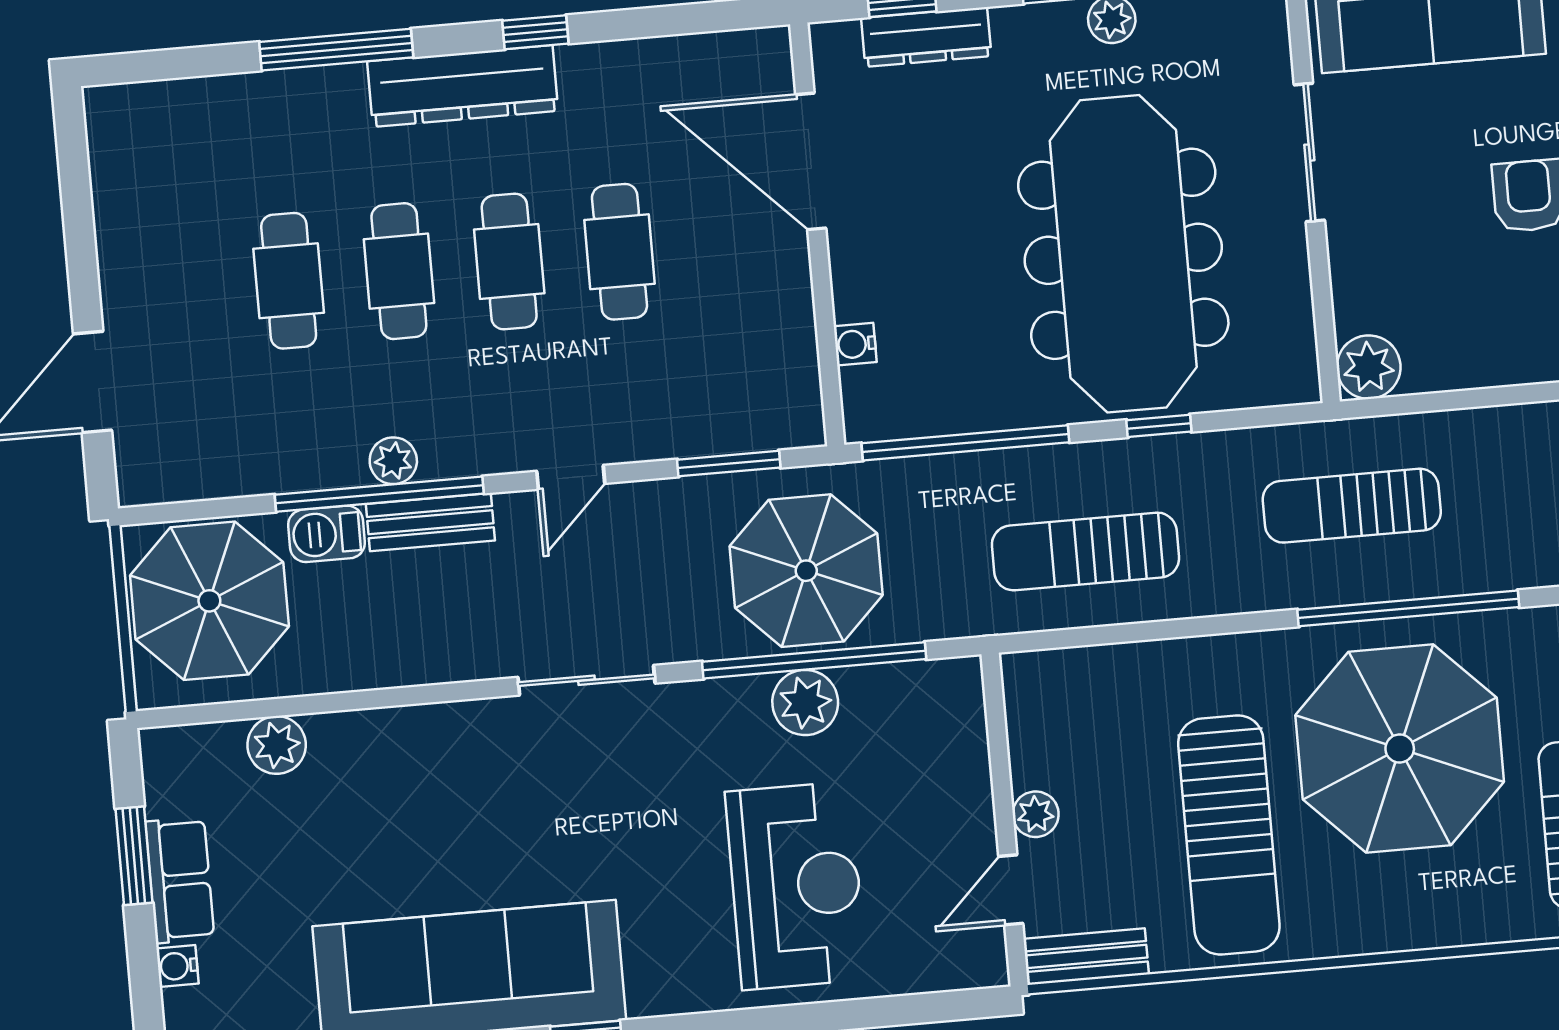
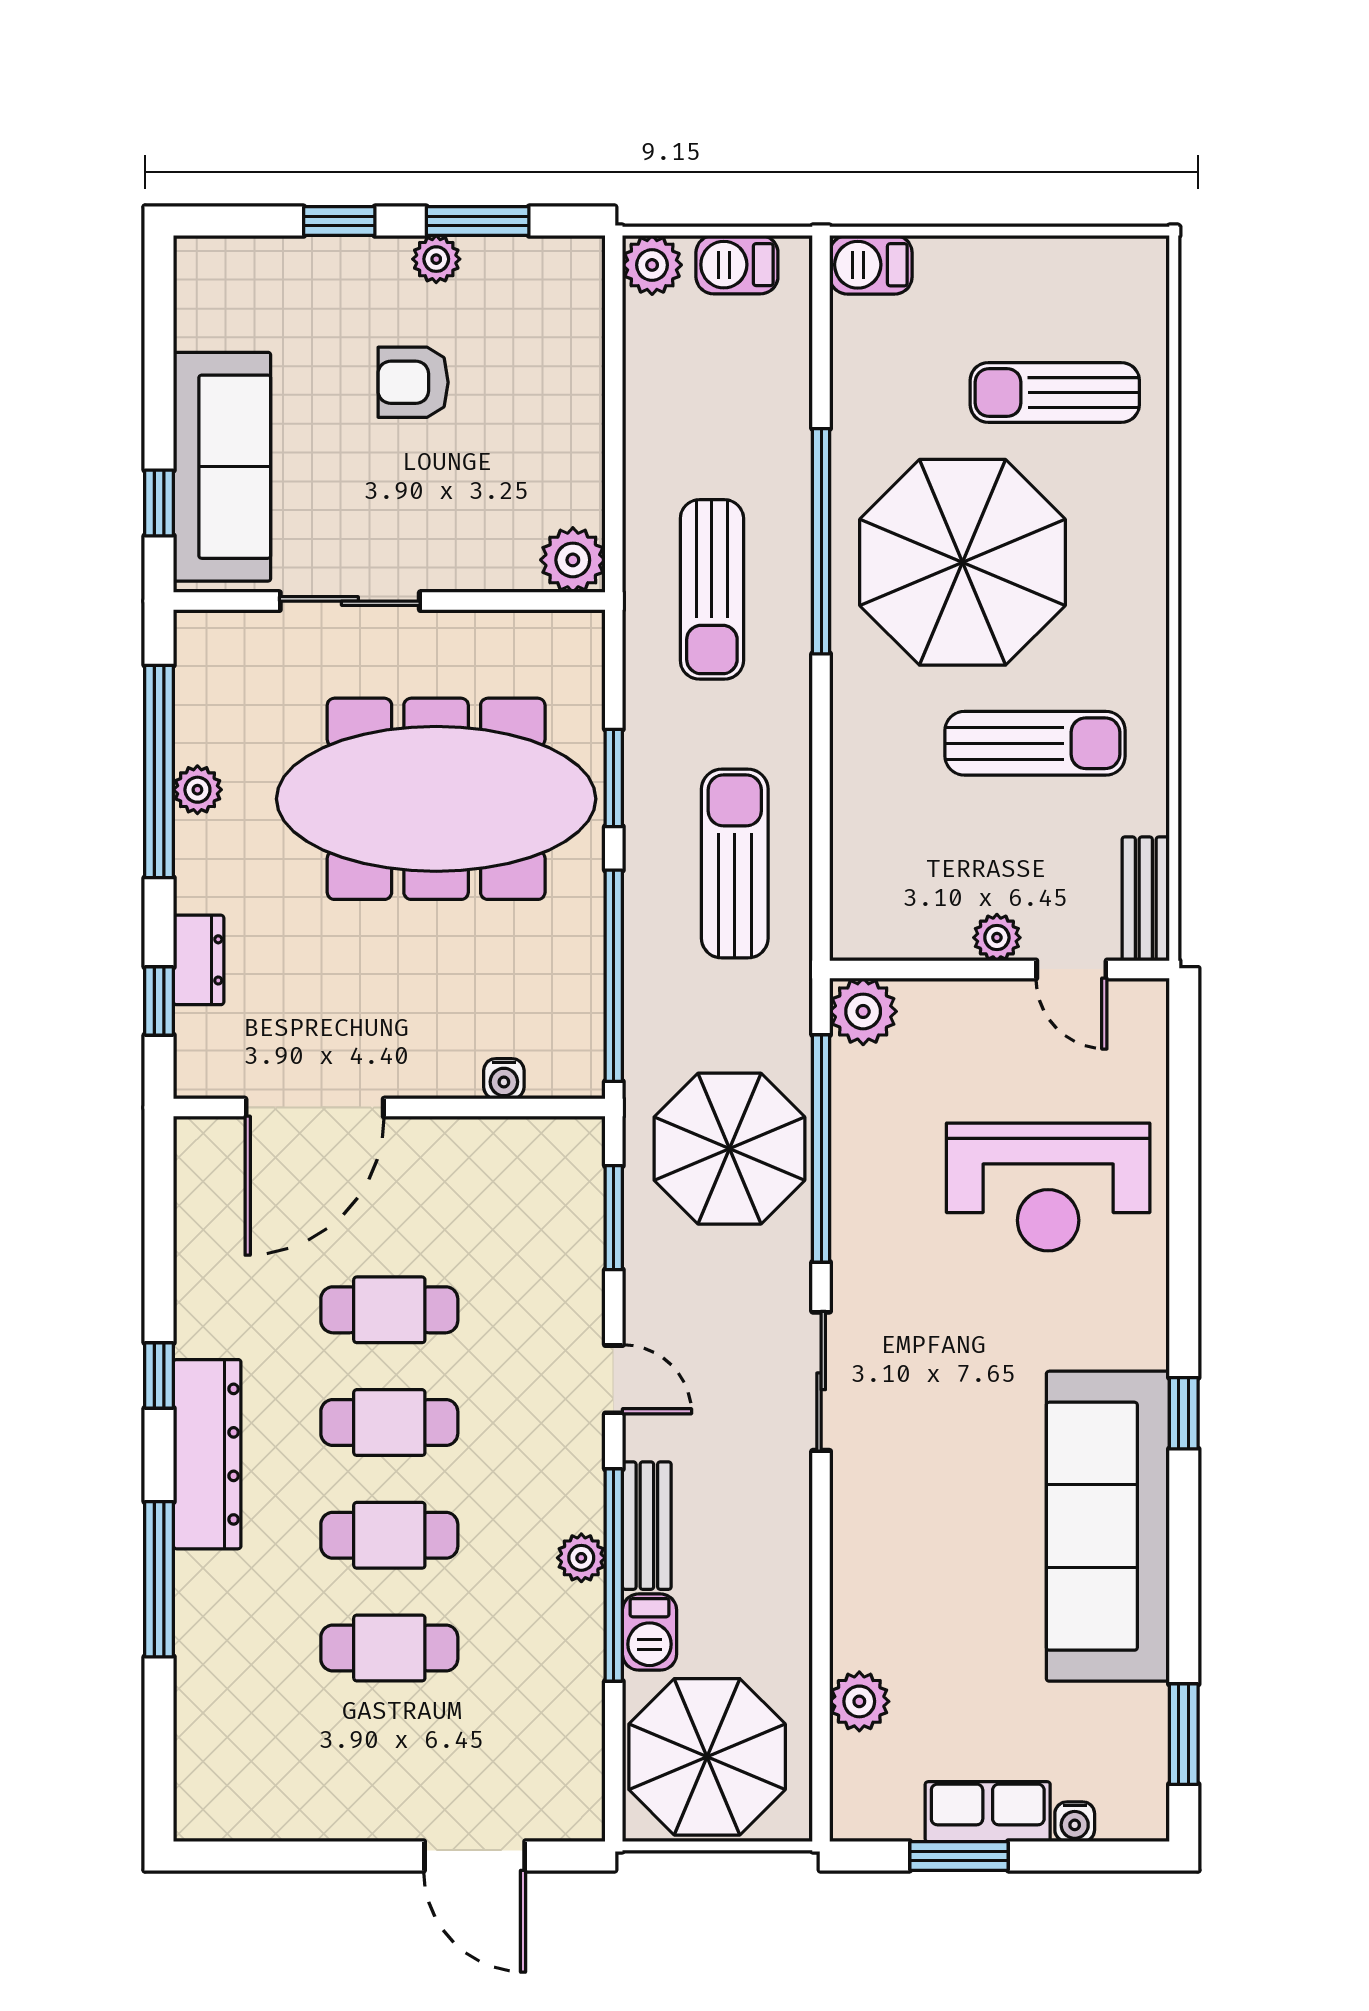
dresser: (926, 37) -> (199, 960), width x0.70
window: (1159, 426) -> (614, 778), width x1.50
sun lounger: (1085, 551) -> (735, 864), turned 180
plant: (805, 703) -> (863, 1011), moved
sun lounger: (1229, 835) -> (1035, 743), width x0.73, depth x0.75
reception desk: (796, 886) -> (1048, 1187), turned 180

